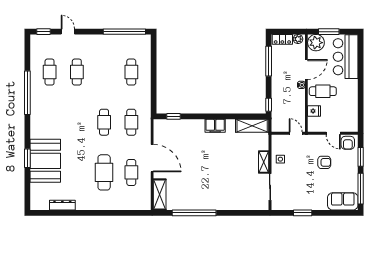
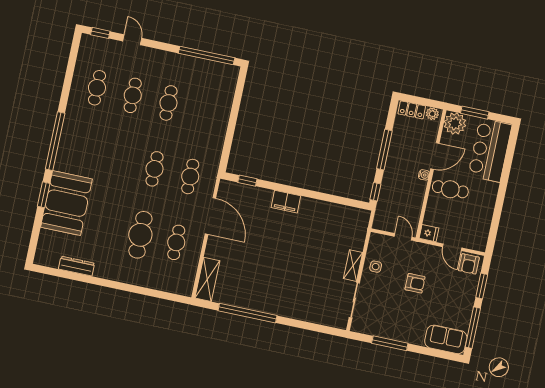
window: (269, 61) -> (384, 150), moved
cafe table: (131, 72) -> (168, 103), moved
window: (27, 93) -> (55, 141), moved
fridge: (314, 111) -> (429, 233), moved
filing cabinet: (215, 126) -> (286, 202), moved
shelving: (252, 126) -> (348, 215), removed
door: (152, 158) -> (210, 216), moved
armchair: (324, 162) -> (415, 283), moved
window: (303, 213) -> (390, 343), width x1.44

